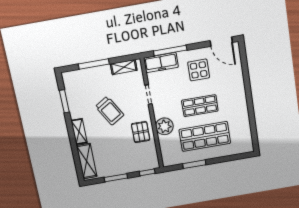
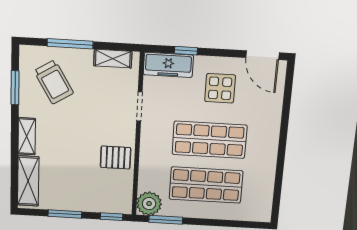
window: (170, 51) -> (186, 51), width x0.46
shop shelf: (200, 106) -> (209, 140), width x1.43, depth x1.36
trolley: (110, 111) -> (54, 82), moved
plant: (164, 126) -> (149, 204), moved
pallet: (141, 132) -> (116, 158), turned 90
window: (194, 164) -> (166, 220), moved

